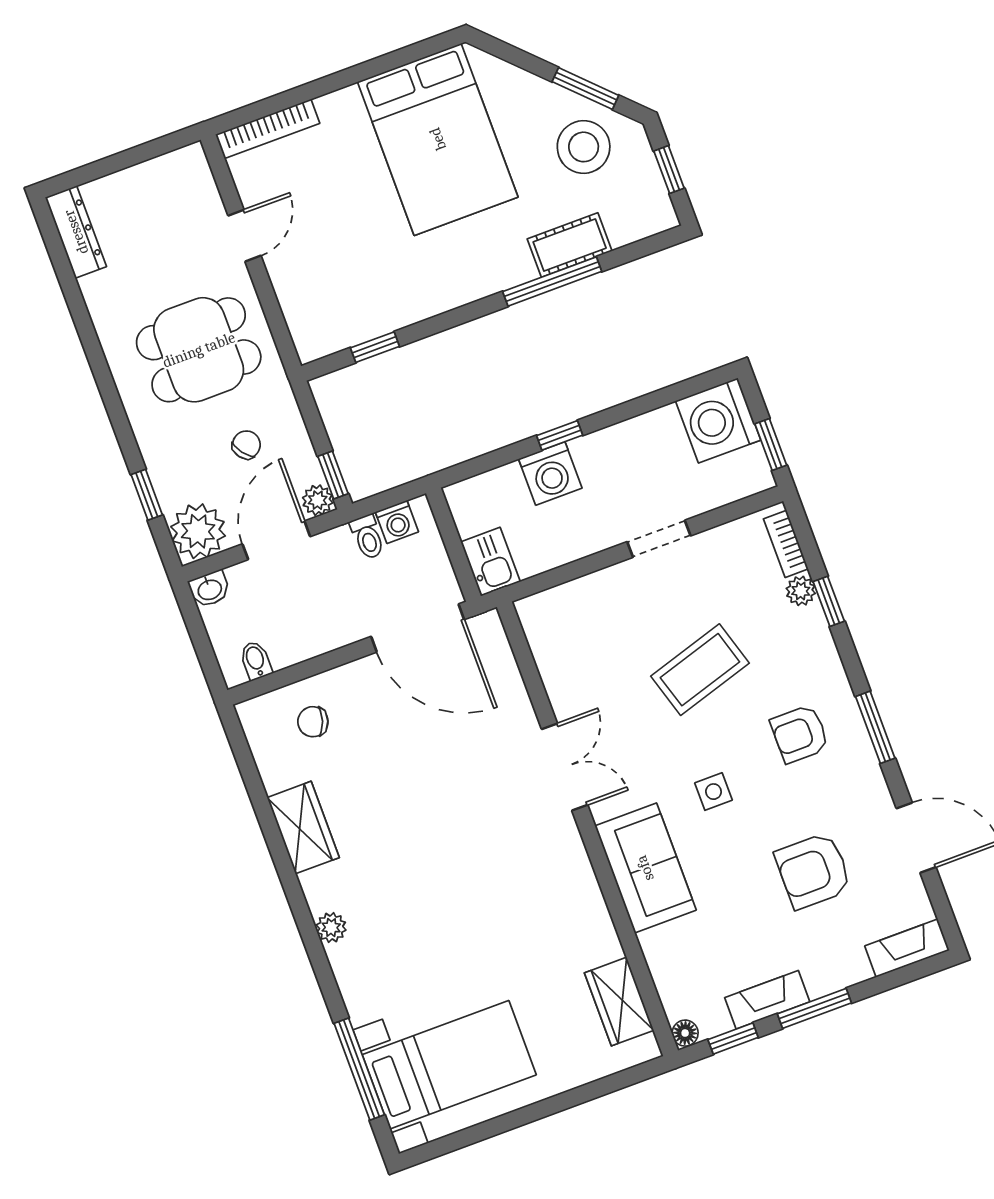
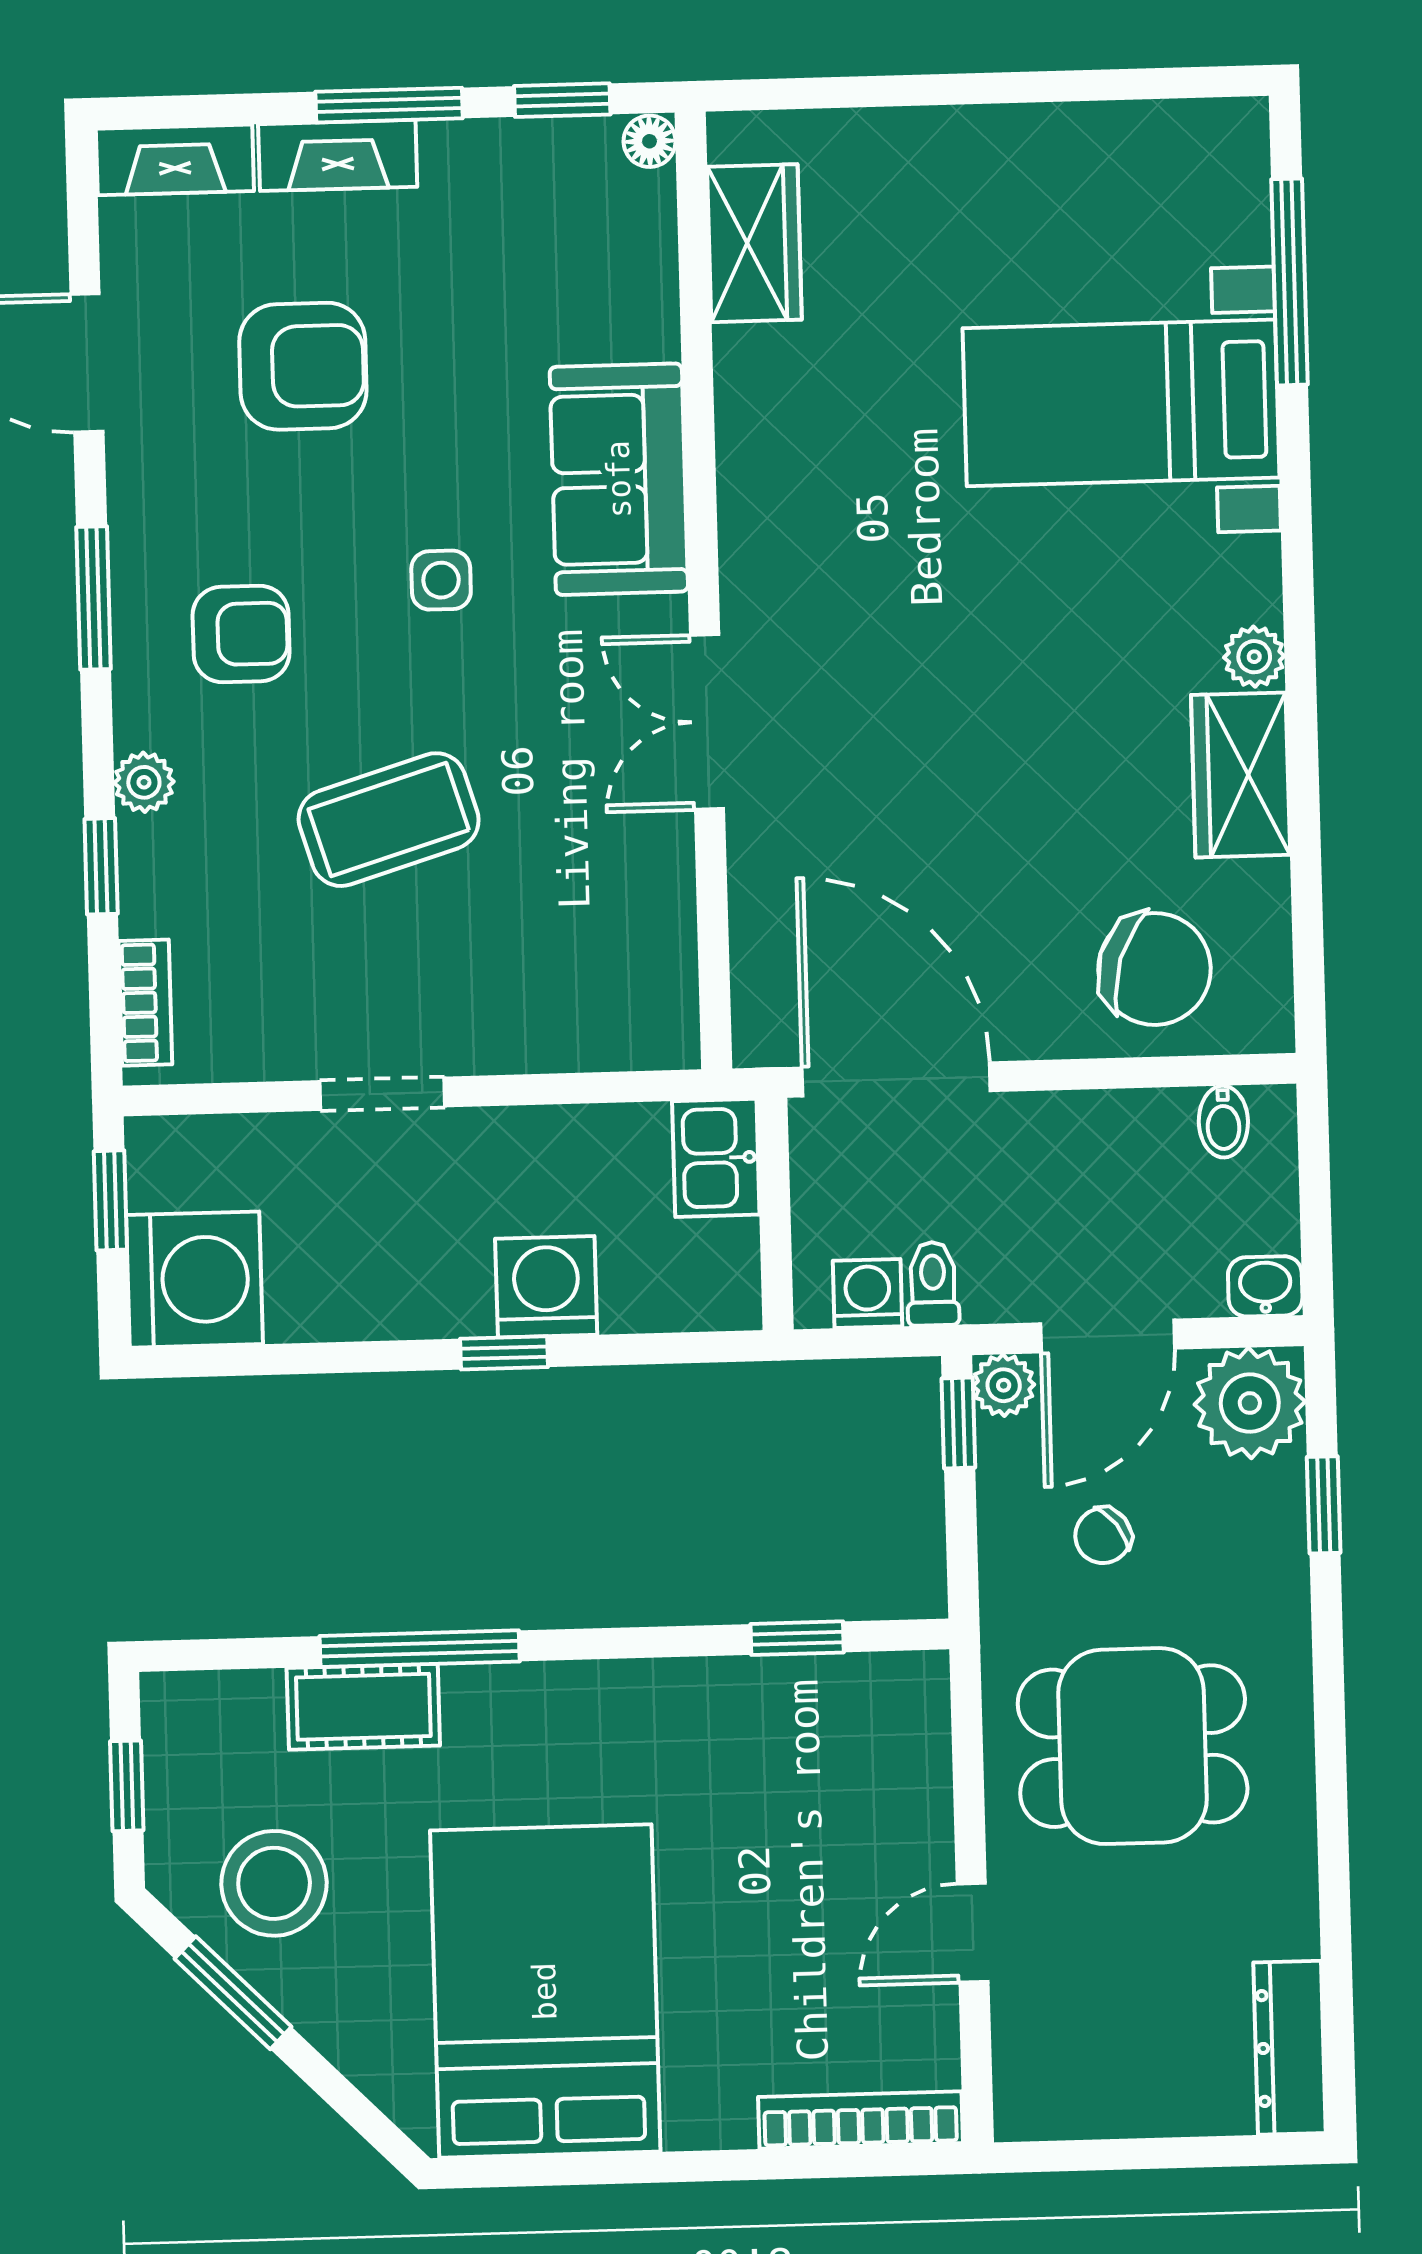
plant: (801, 591) -> (144, 782), moved
chair: (313, 722) -> (1154, 969), width x1.87, depth x1.87
plant: (331, 927) -> (1254, 657), moved
fireplace: (767, 1000) -> (338, 155), moved
bed with nightstands: (449, 1065) -> (1121, 403), moved

